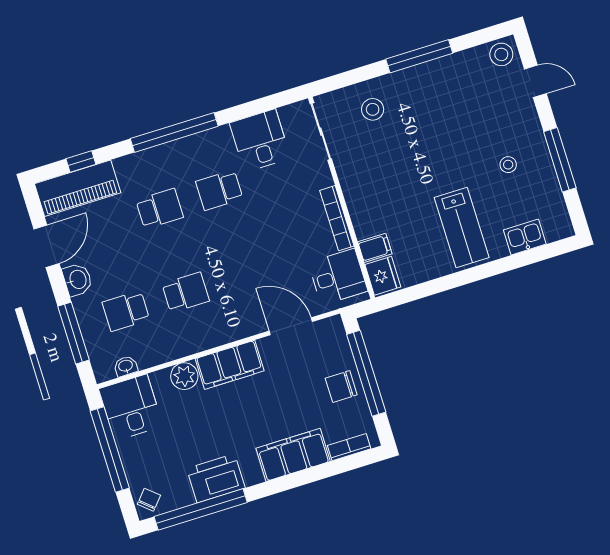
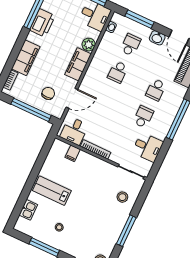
fridge: (383, 276) -> (60, 147), removed
chair: (341, 387) -> (48, 93), moved

